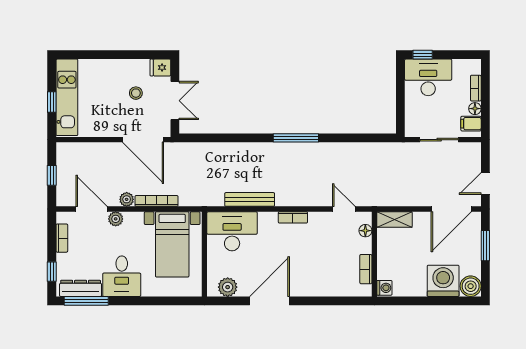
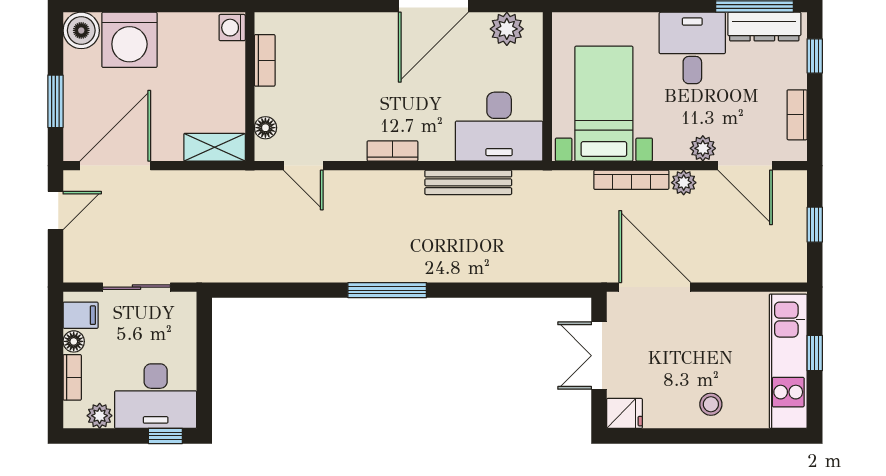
plant: (460, 66) -> (100, 416), added
stool: (136, 93) -> (711, 404), moved

